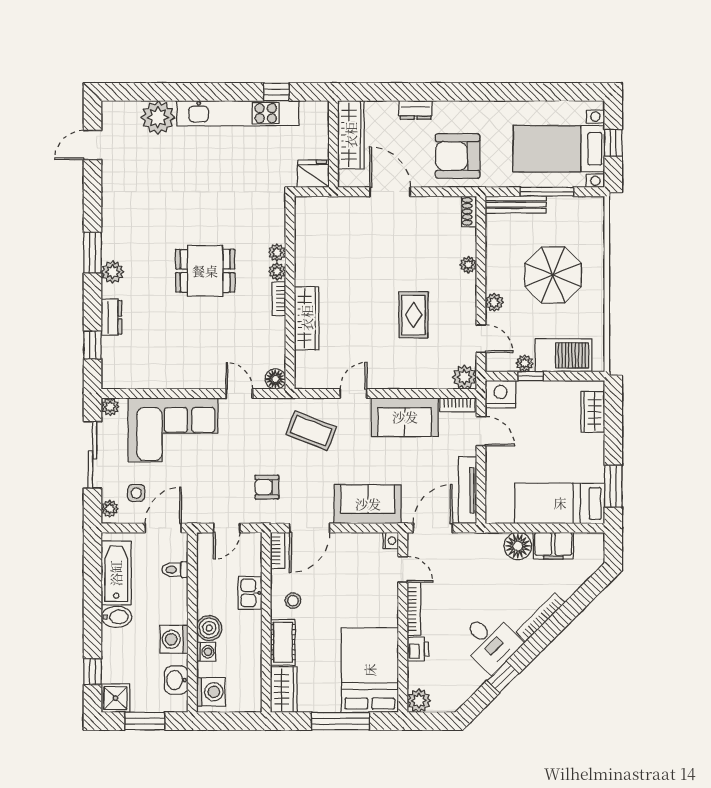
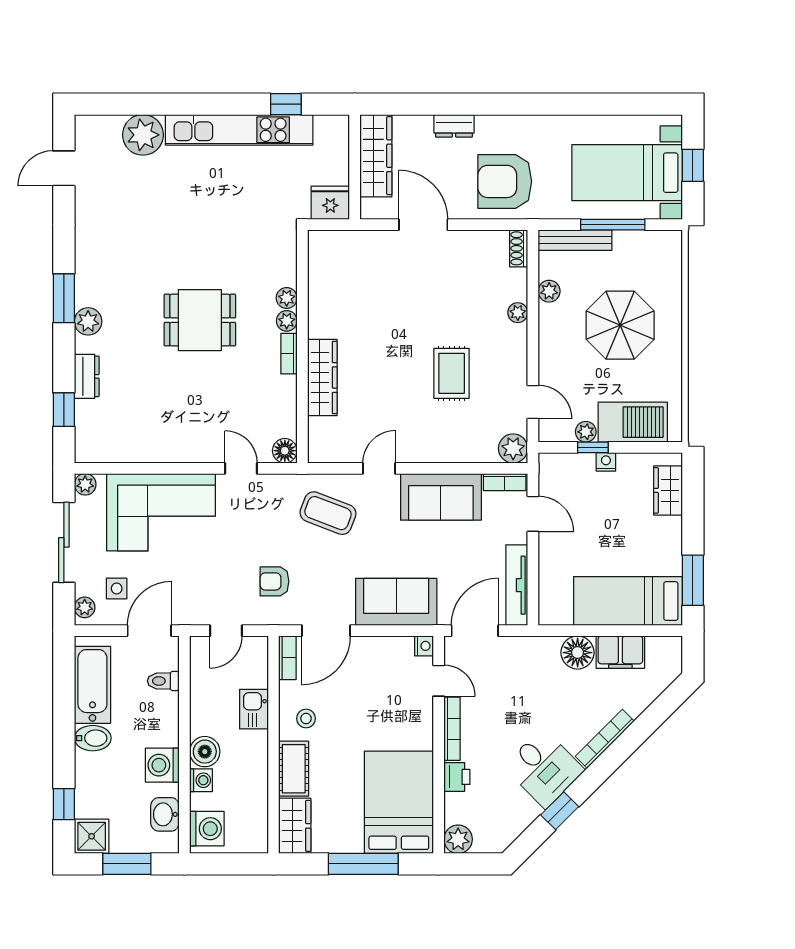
plant: (494, 302) -> (549, 291), moved
nightstand: (501, 394) -> (606, 462), moved, width x0.53, depth x0.56

